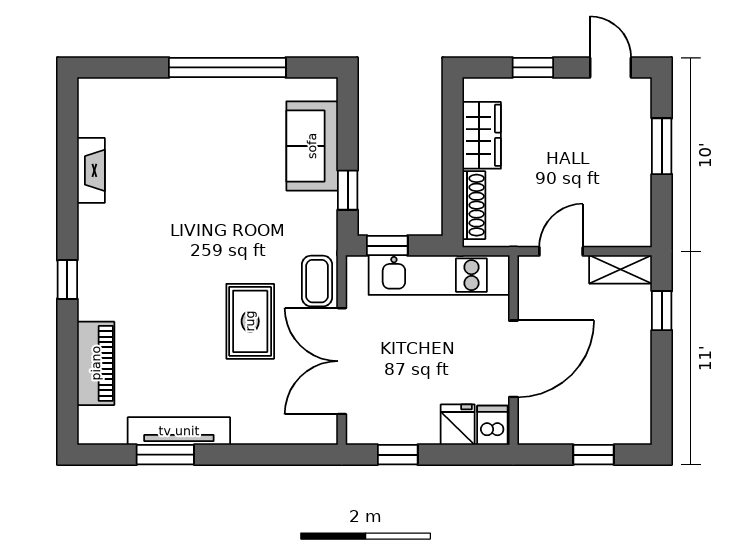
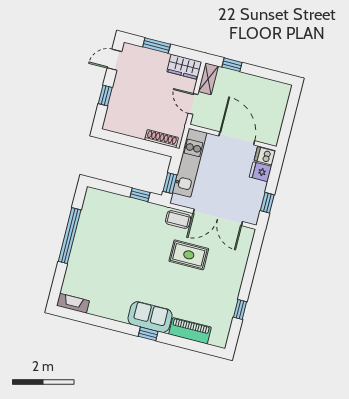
wardrobe: (482, 135) -> (184, 67), moved, turned 180
sofa: (312, 146) -> (150, 317), moved, turned 180
fireplace: (91, 170) -> (73, 303), moved
tv unit: (179, 431) -> (231, 300), removed
window: (165, 455) -> (240, 309), width x0.67
window: (594, 455) -> (290, 113), removed

